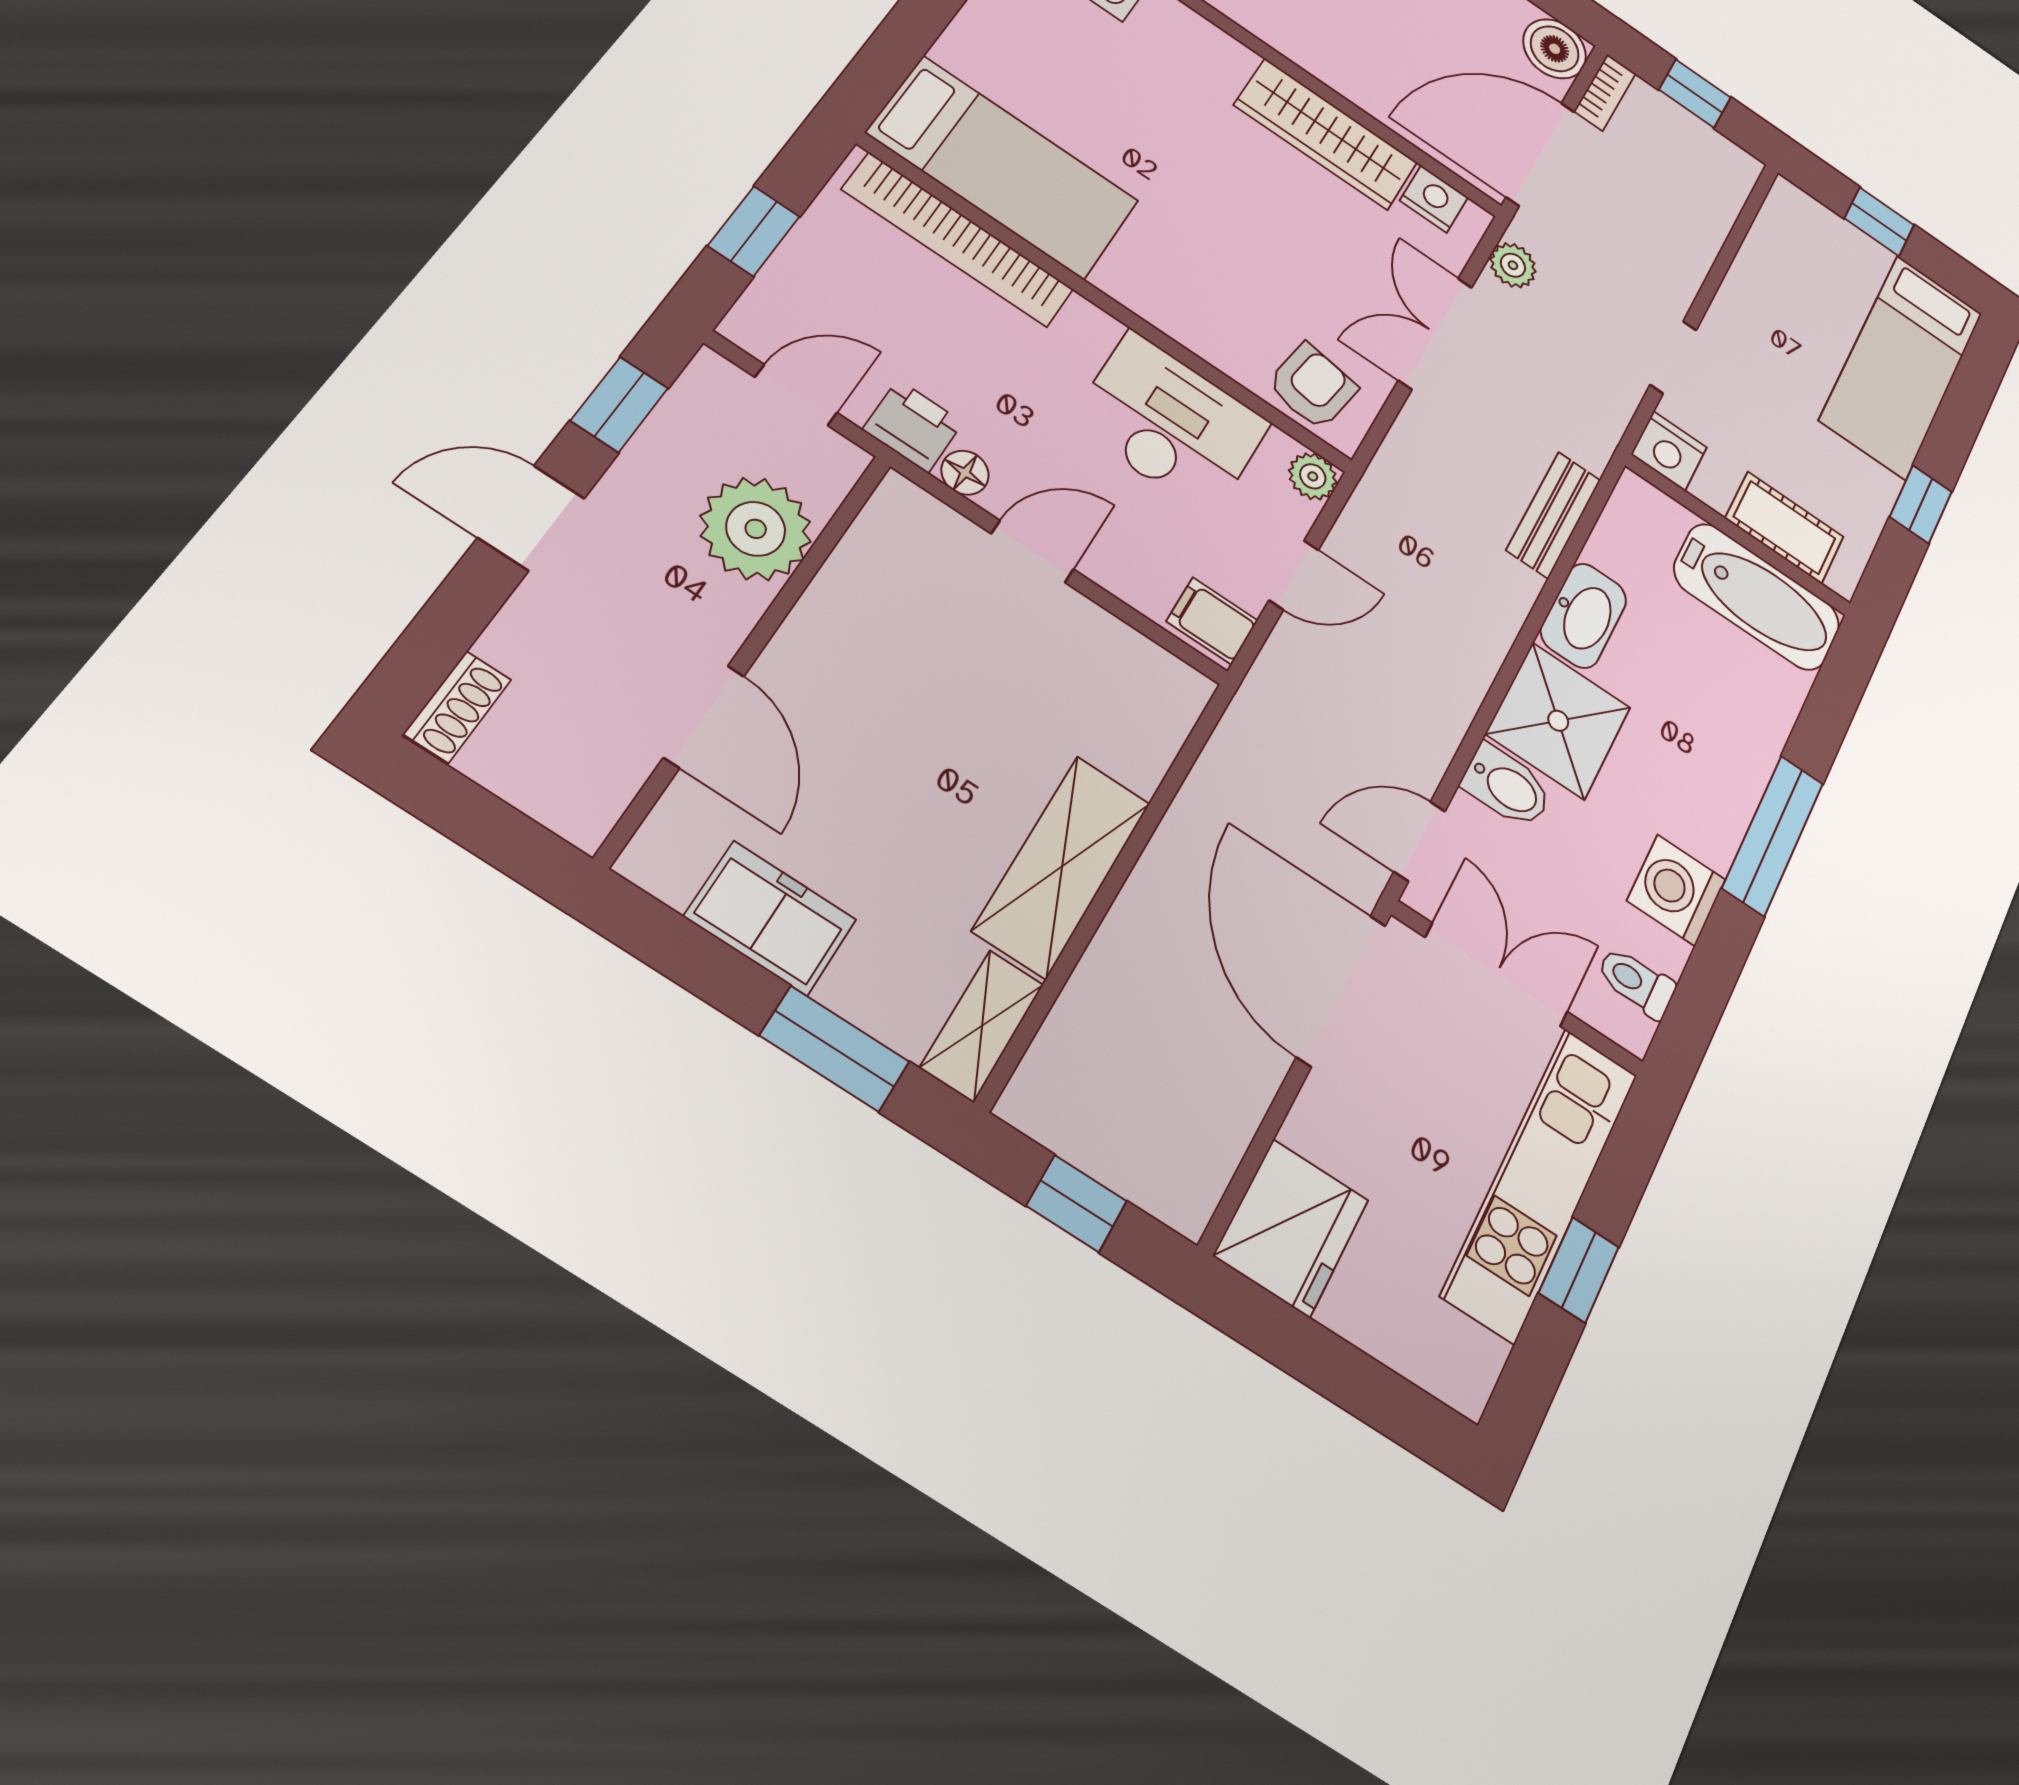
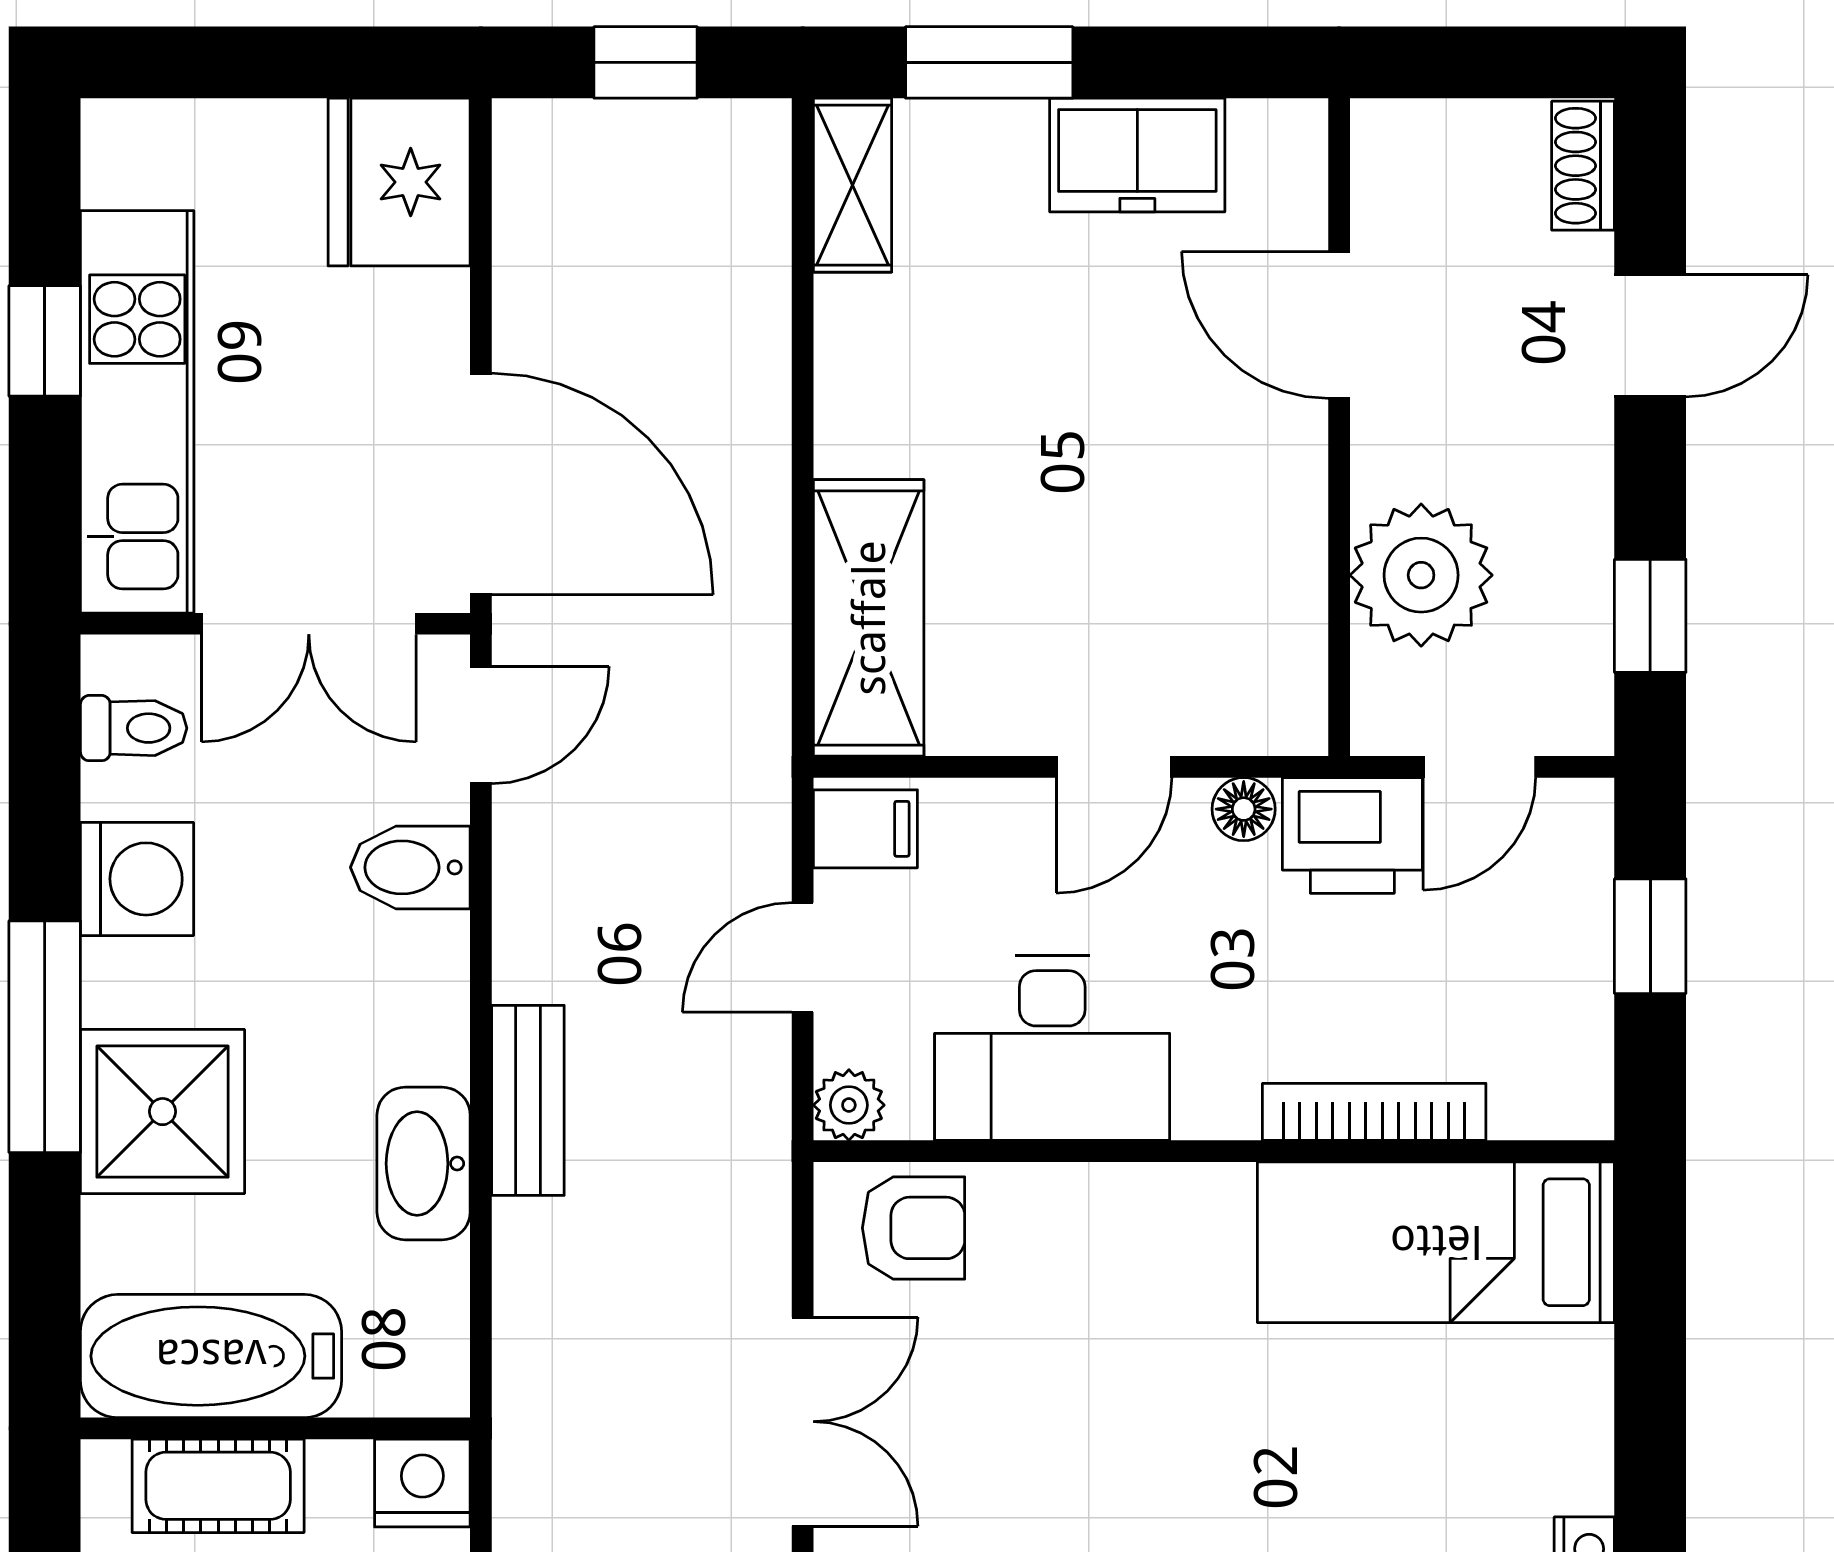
bookcase: (958, 240) -> (1374, 1112), width x0.68, depth x0.76
armchair: (1312, 386) -> (914, 1228), turned -99
printer: (913, 426) -> (1352, 835), width x1.36, depth x1.24
bench: (1554, 515) -> (528, 1100), moved
door: (531, 518) -> (1650, 336), moved
shower: (1558, 721) -> (162, 1112), moved
shelving: (1062, 866) -> (869, 618), moved

